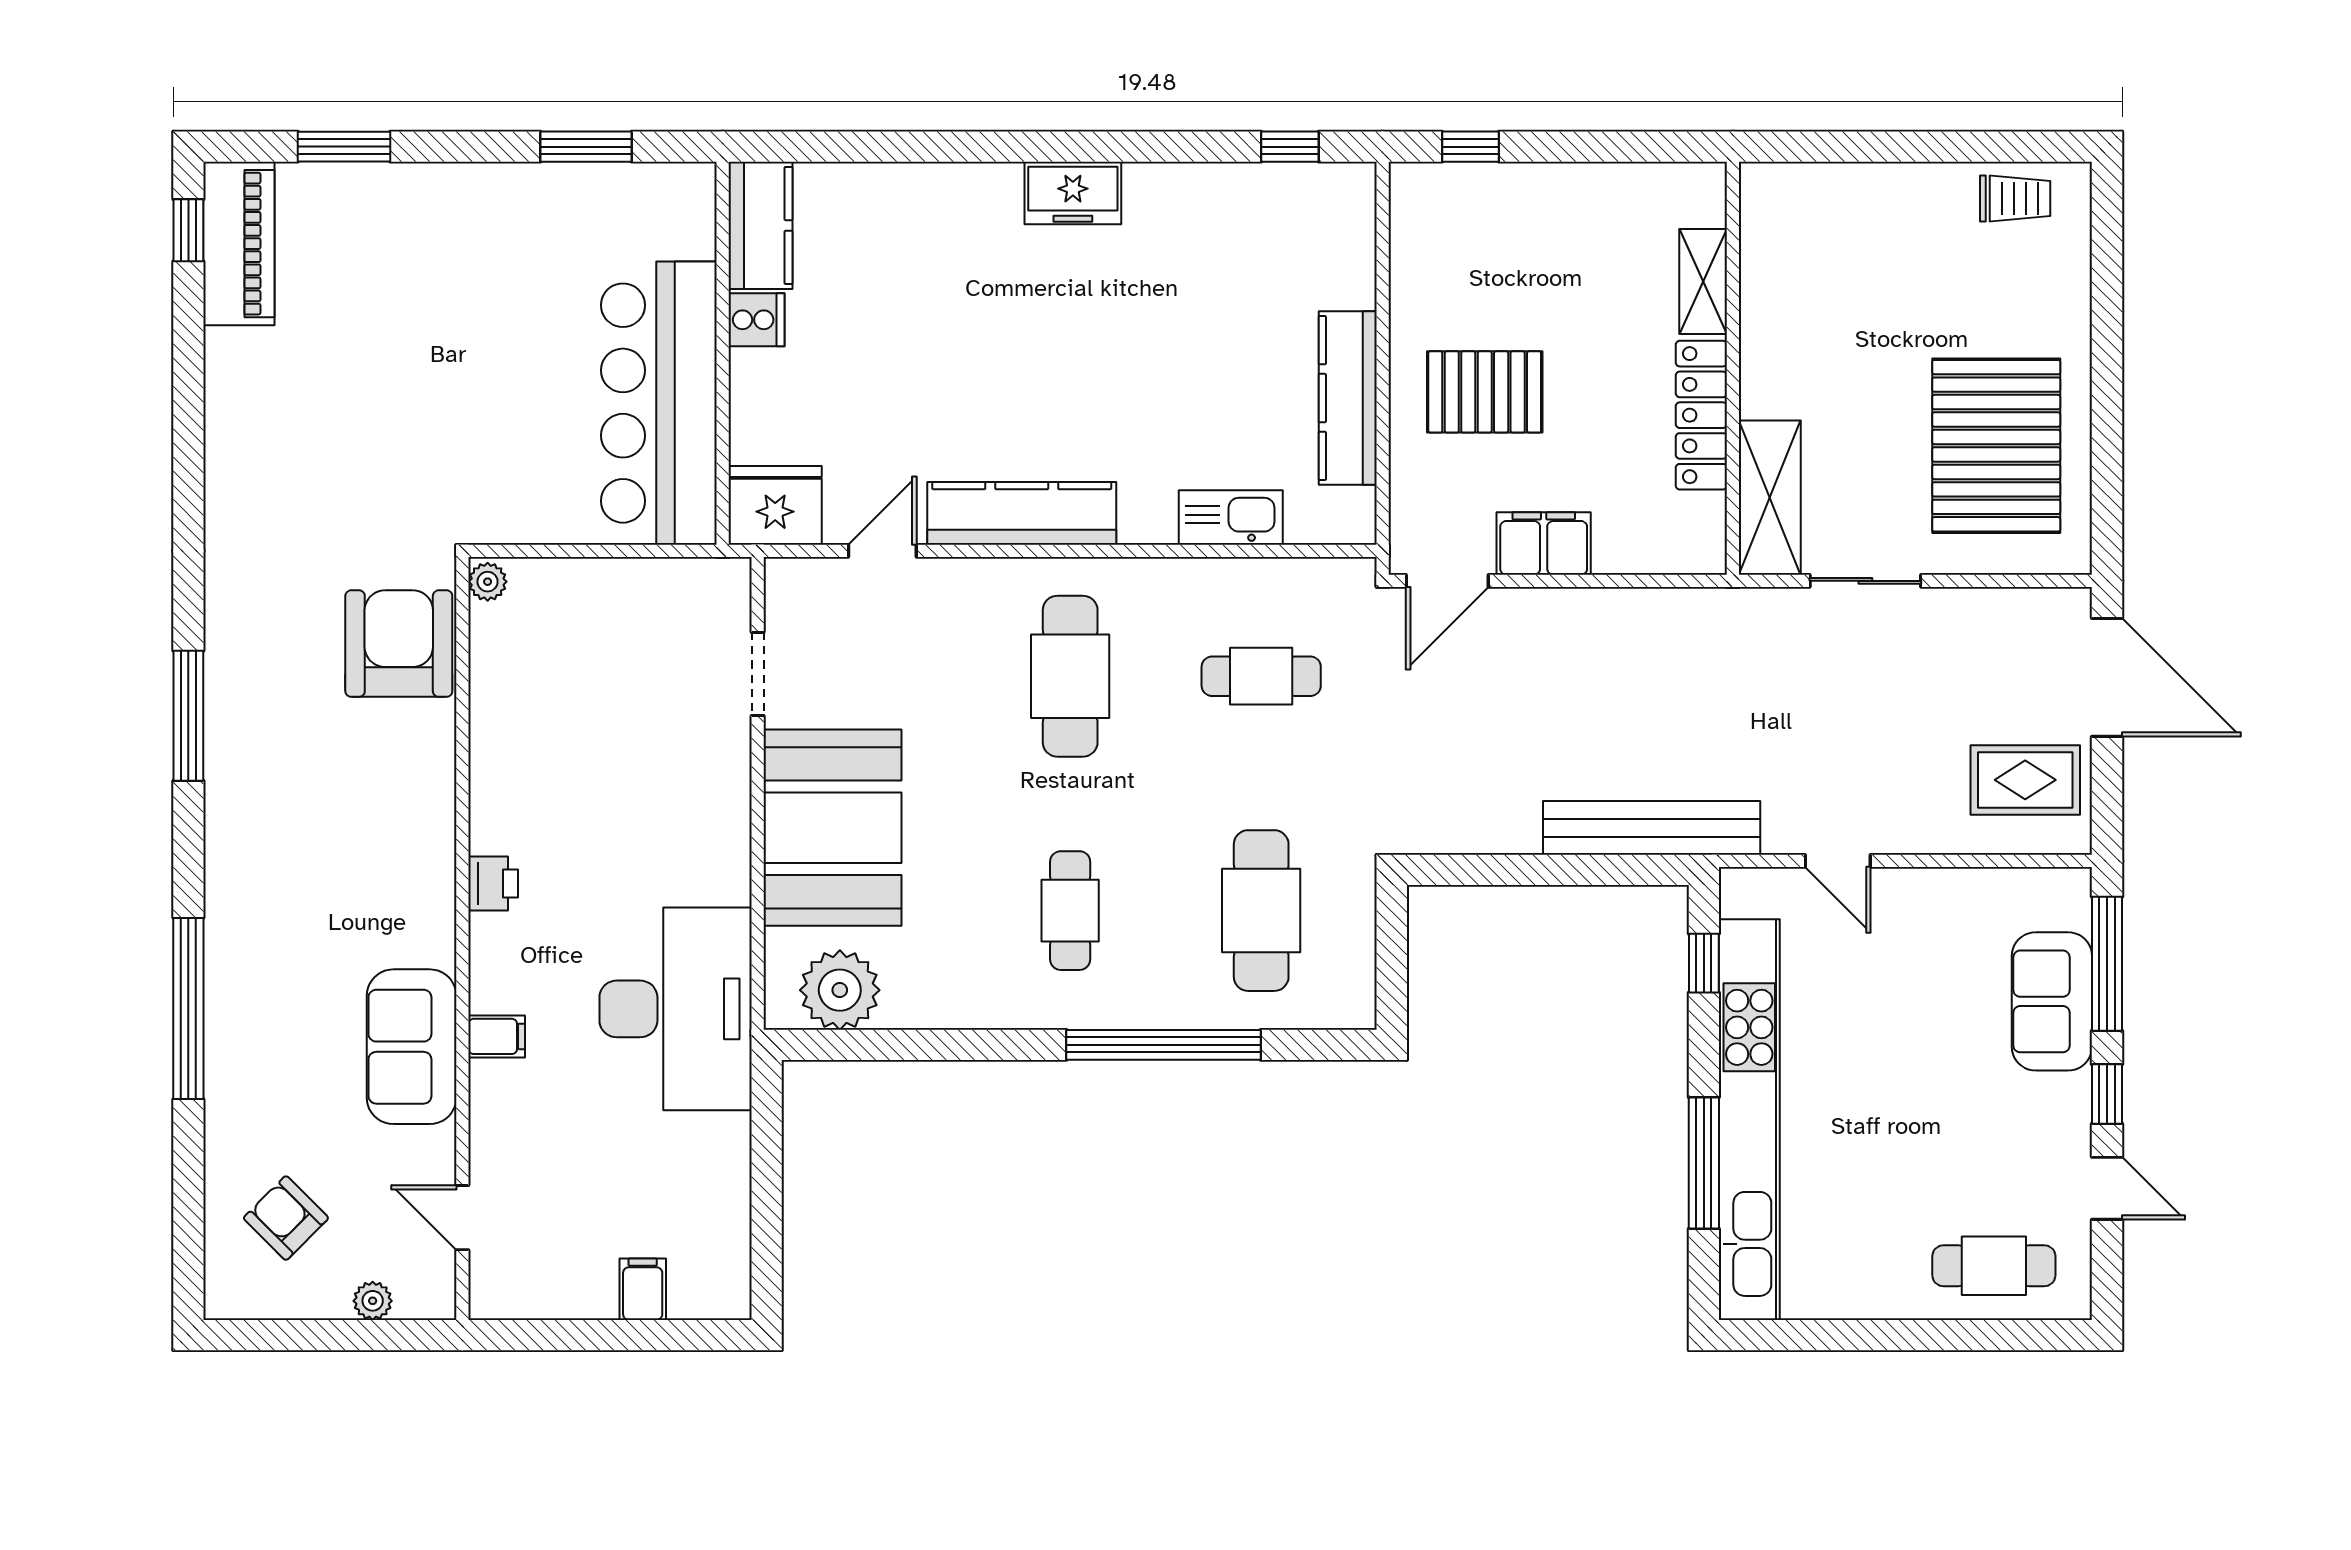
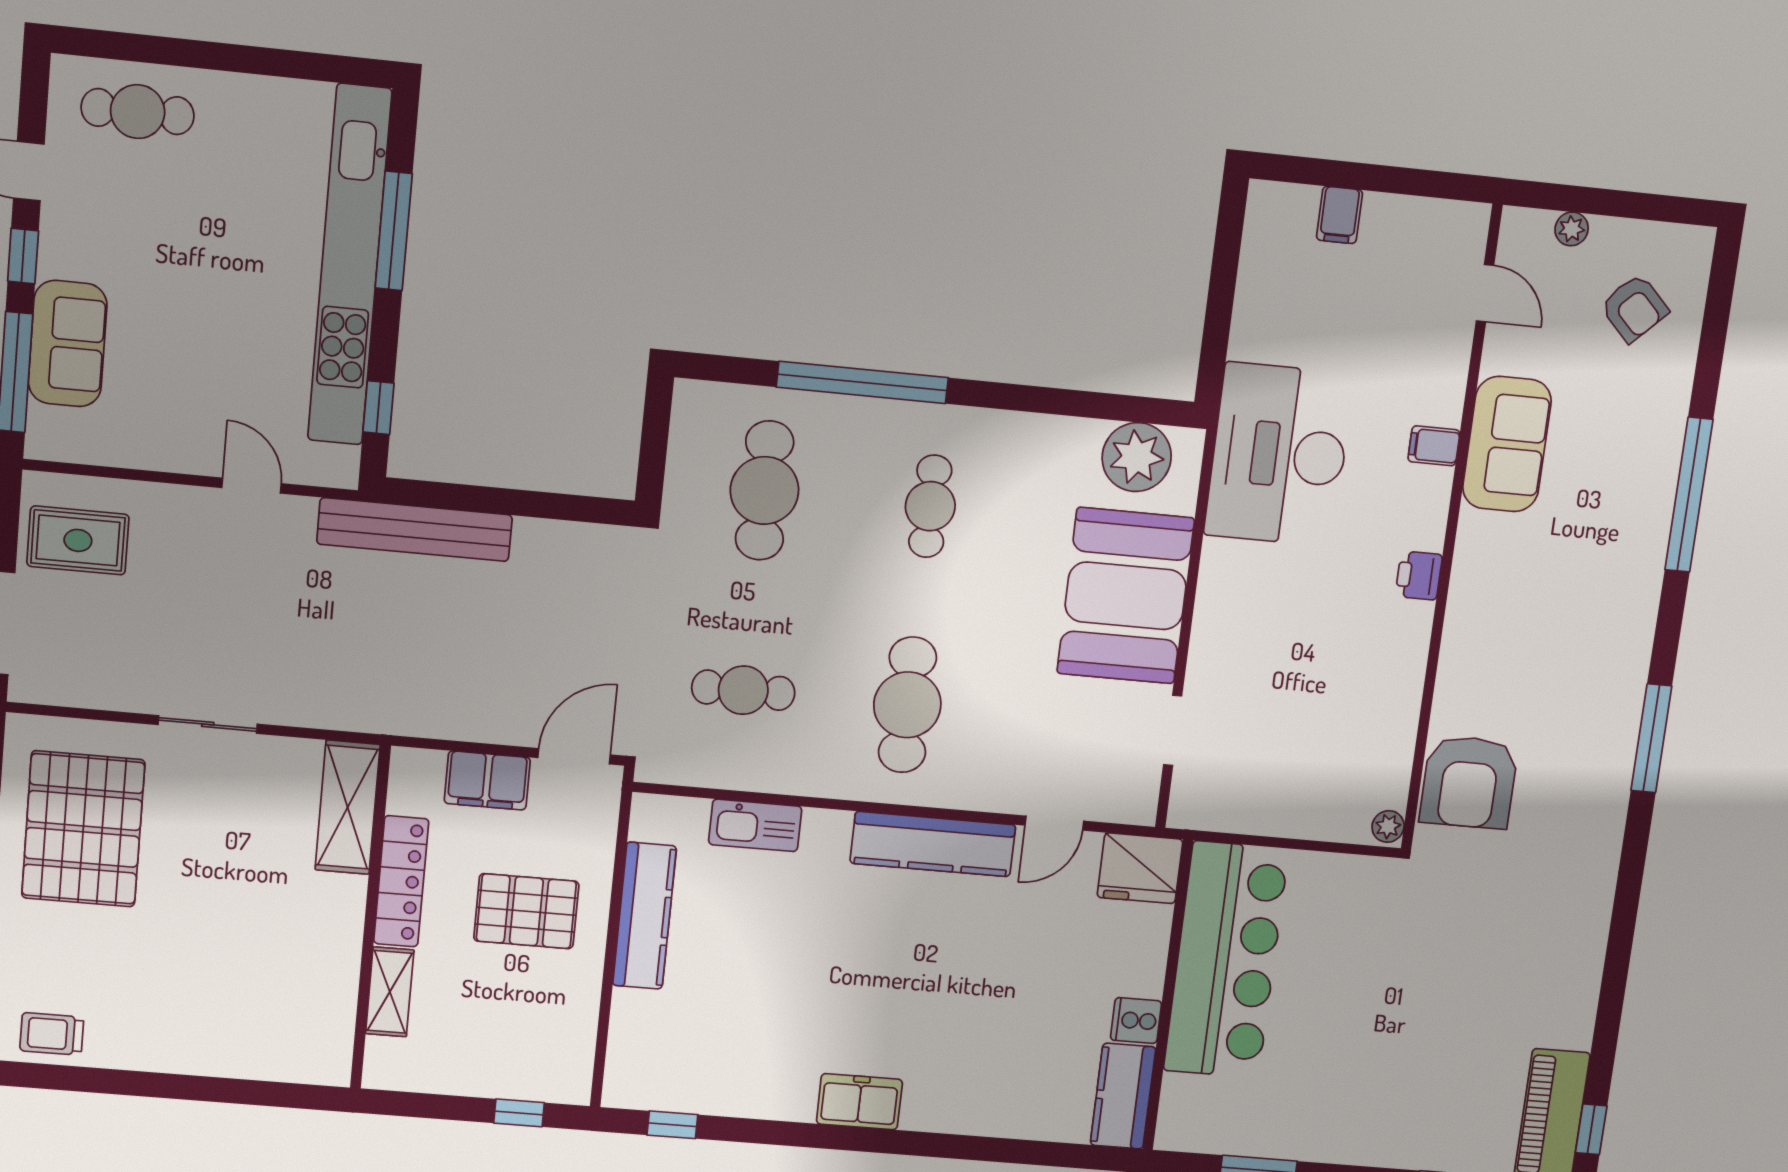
shelving: (1703, 282) -> (390, 992), moved
wall: (1733, 368) -> (370, 918), moved
locker: (1701, 415) -> (401, 881), moved
shelving: (1770, 498) -> (348, 807), moved

